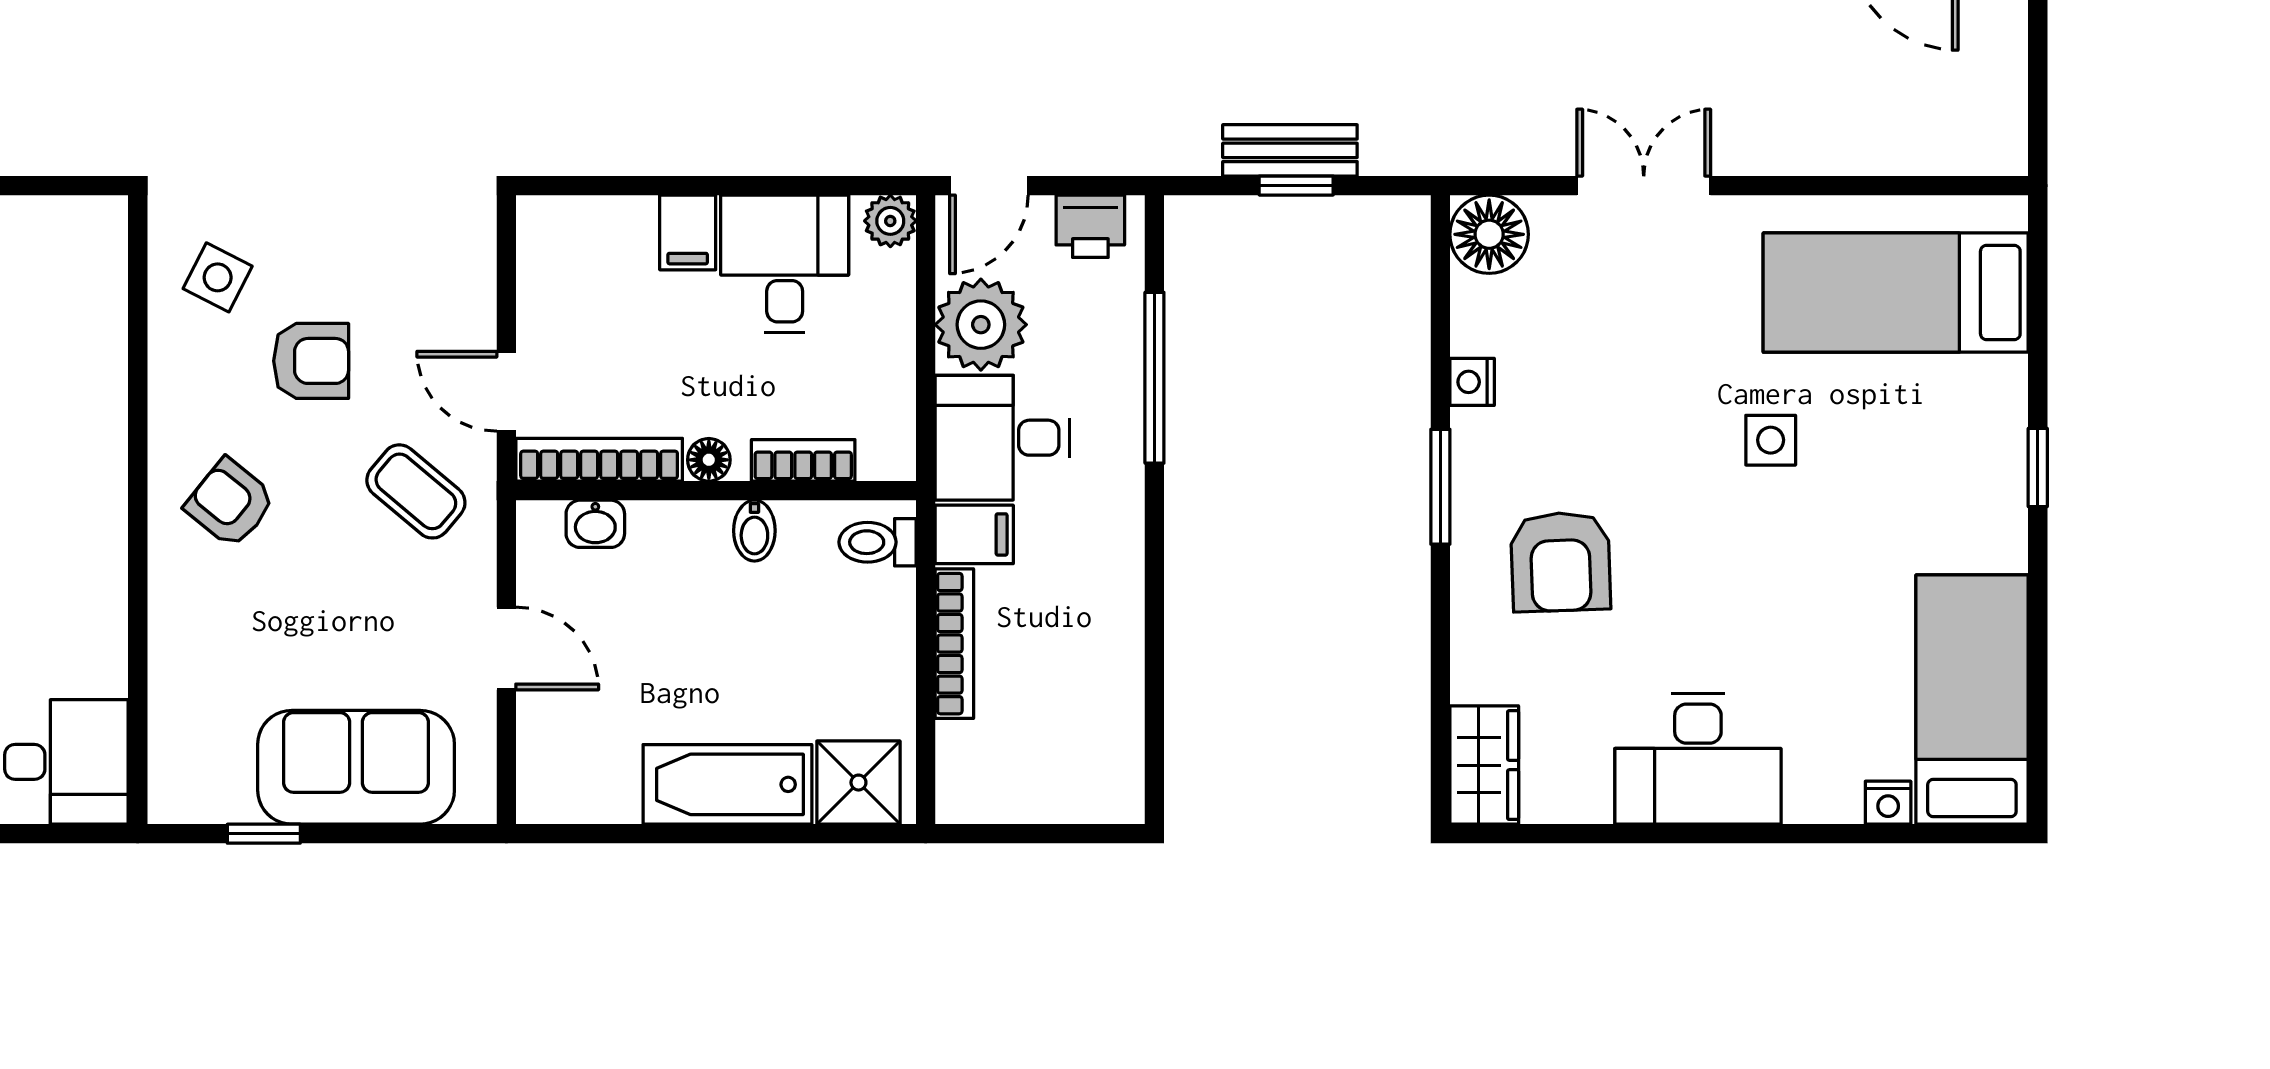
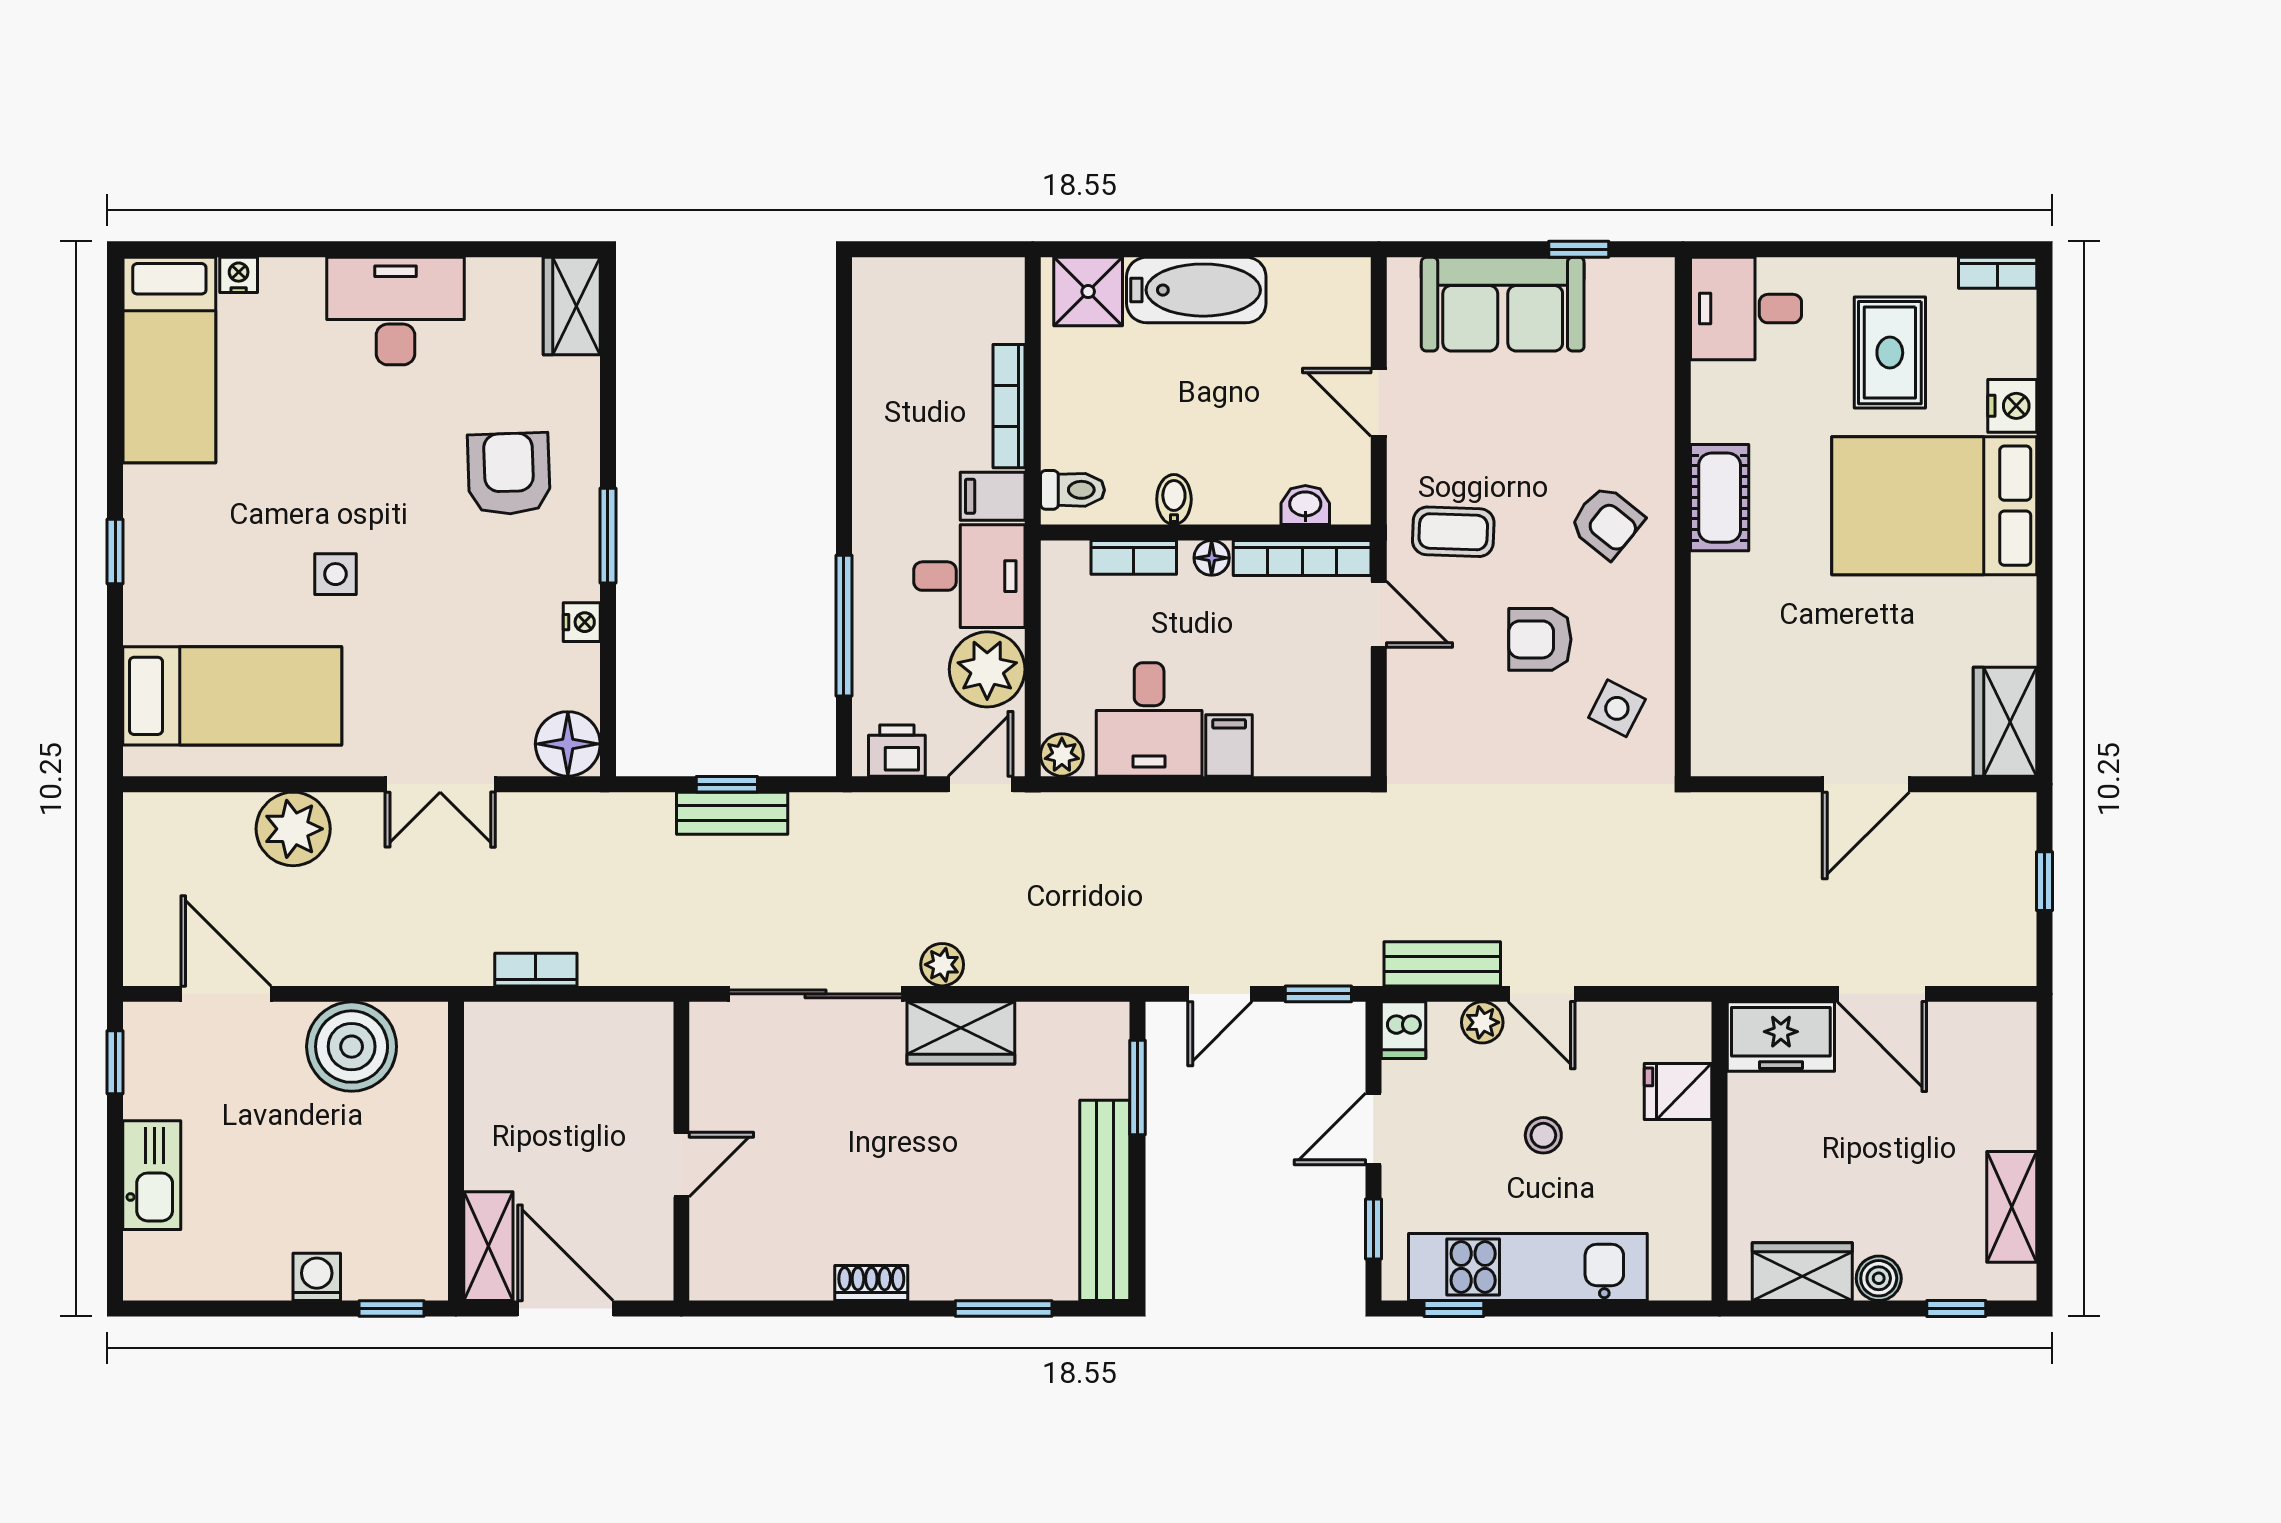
plant: (1822, 131) -> (293, 829), added
coffee table: (416, 491) -> (1453, 532), turned -38
cot: (93, 533) -> (1720, 498), added

